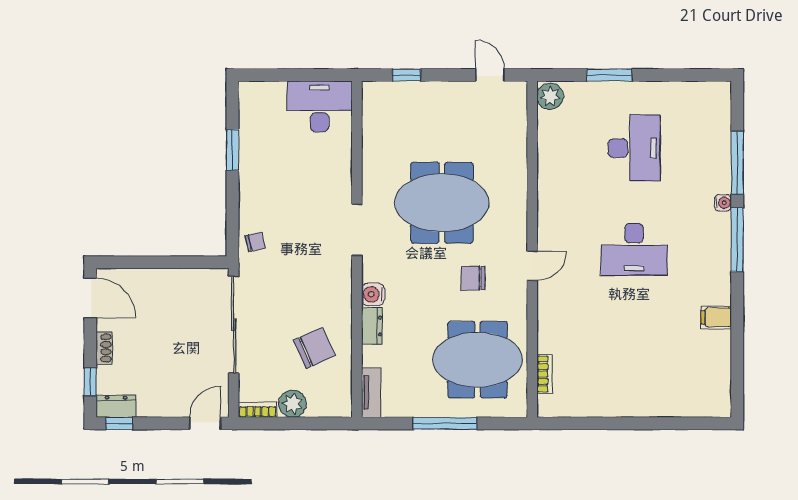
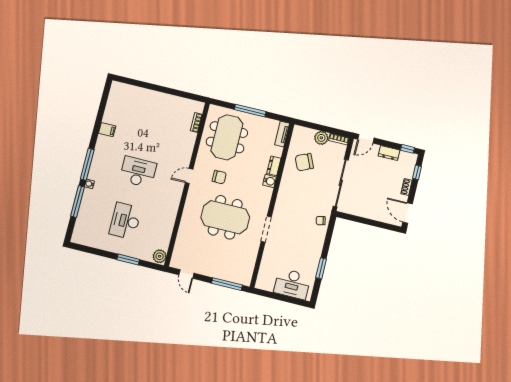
window: (407, 75) -> (227, 284), width x2.17
desk: (320, 106) -> (292, 284), moved
doorway: (357, 230) -> (266, 229), moved
meeting table: (477, 360) -> (227, 137), turned 90
dresser: (116, 406) -> (389, 153), moved

